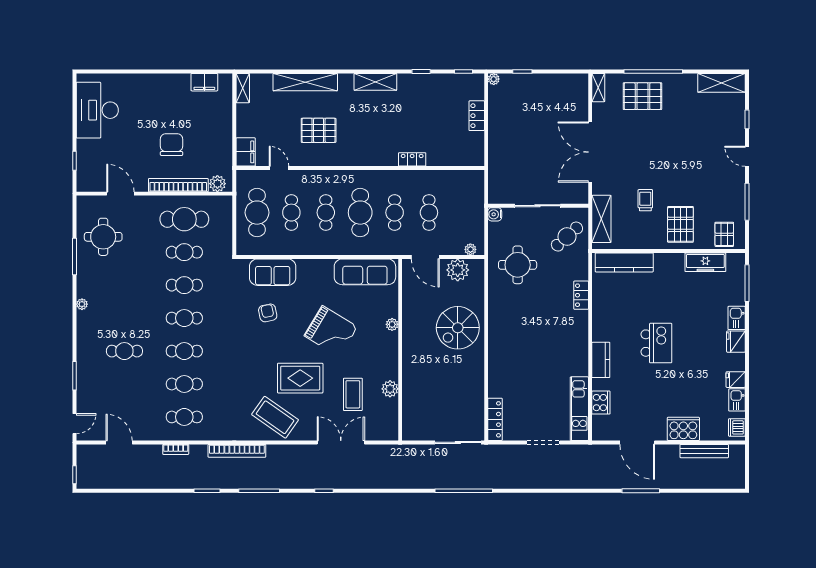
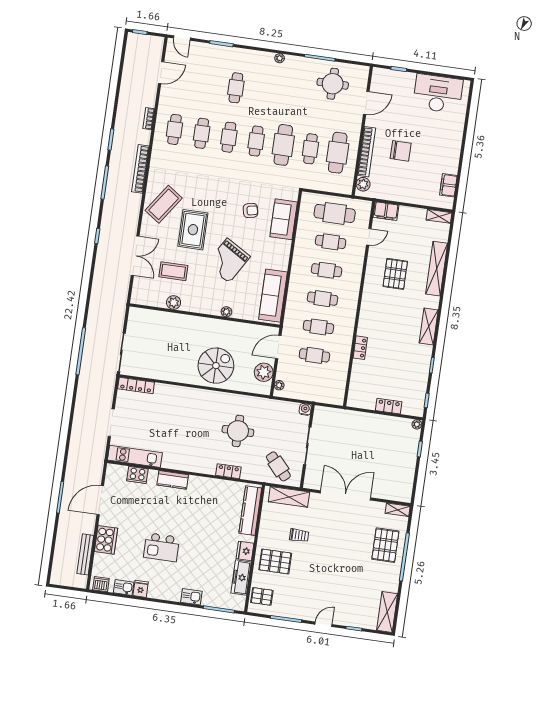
cafe table: (360, 213) -> (323, 299), width x0.73, depth x0.74
round table: (518, 265) -> (238, 431), moved
cafe table: (184, 285) -> (283, 145), width x1.37, depth x1.35
spiral stairs: (458, 328) -> (216, 366), turned 90
fridge: (736, 342) -> (245, 551), moved, turned -90
kitchen island: (656, 343) -> (161, 547), moved

